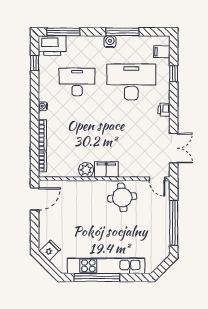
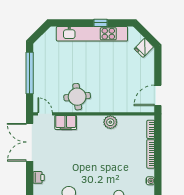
double door: (174, 148) -> (30, 142), width x1.37
filing cabinet: (106, 169) -> (66, 122), moved
window: (97, 277) -> (100, 23), width x0.32

